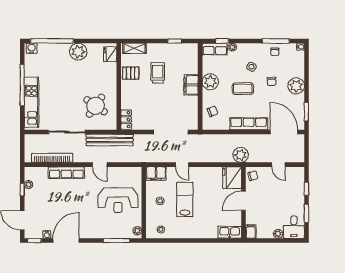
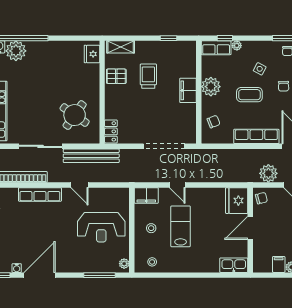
plant: (78, 52) -> (16, 51), moved
plant: (241, 155) -> (268, 173), moved
filing cabinet: (251, 232) -> (279, 264), moved

